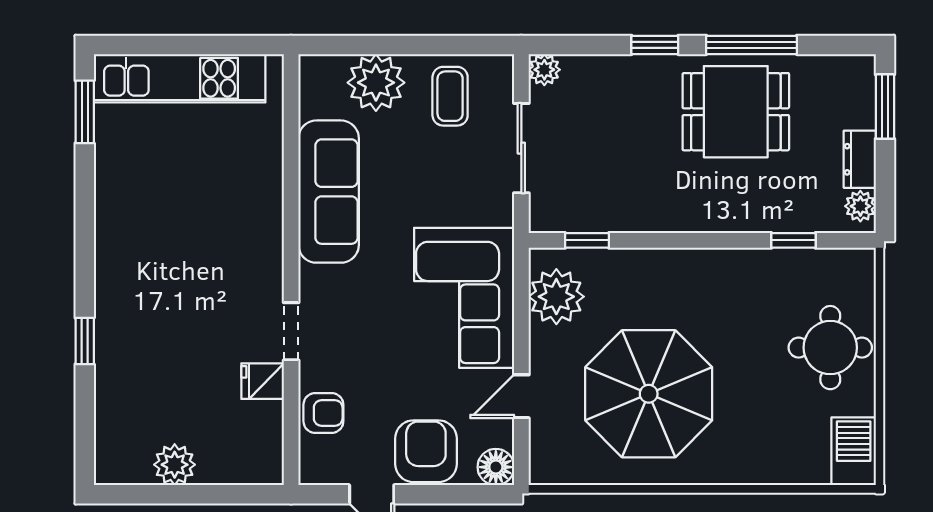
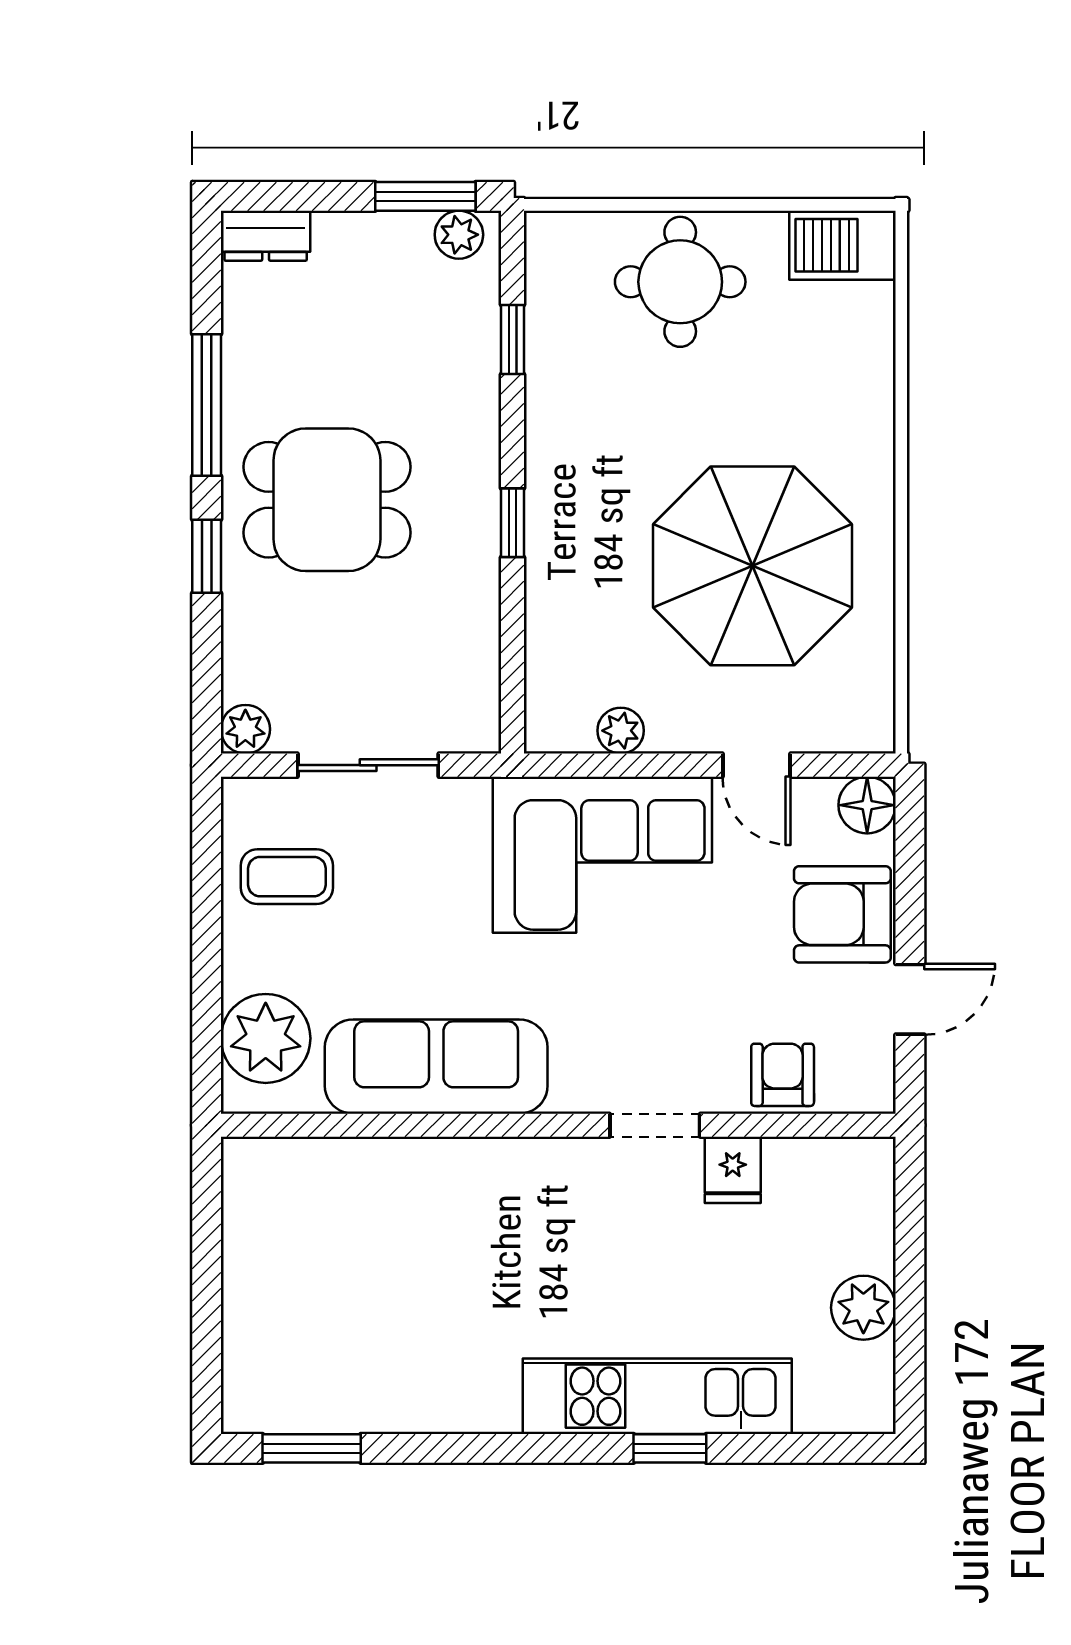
kitchen unit: (180, 78) -> (657, 1396), moved, turned -90
plant: (376, 83) -> (266, 1038), moved
window: (885, 107) -> (425, 196), moved
dining table: (736, 112) -> (327, 500), moved, turned 90
dresser: (860, 159) -> (266, 236), moved
window: (587, 240) -> (513, 523), moved
plant: (556, 297) -> (621, 731), width x0.53, depth x0.53

